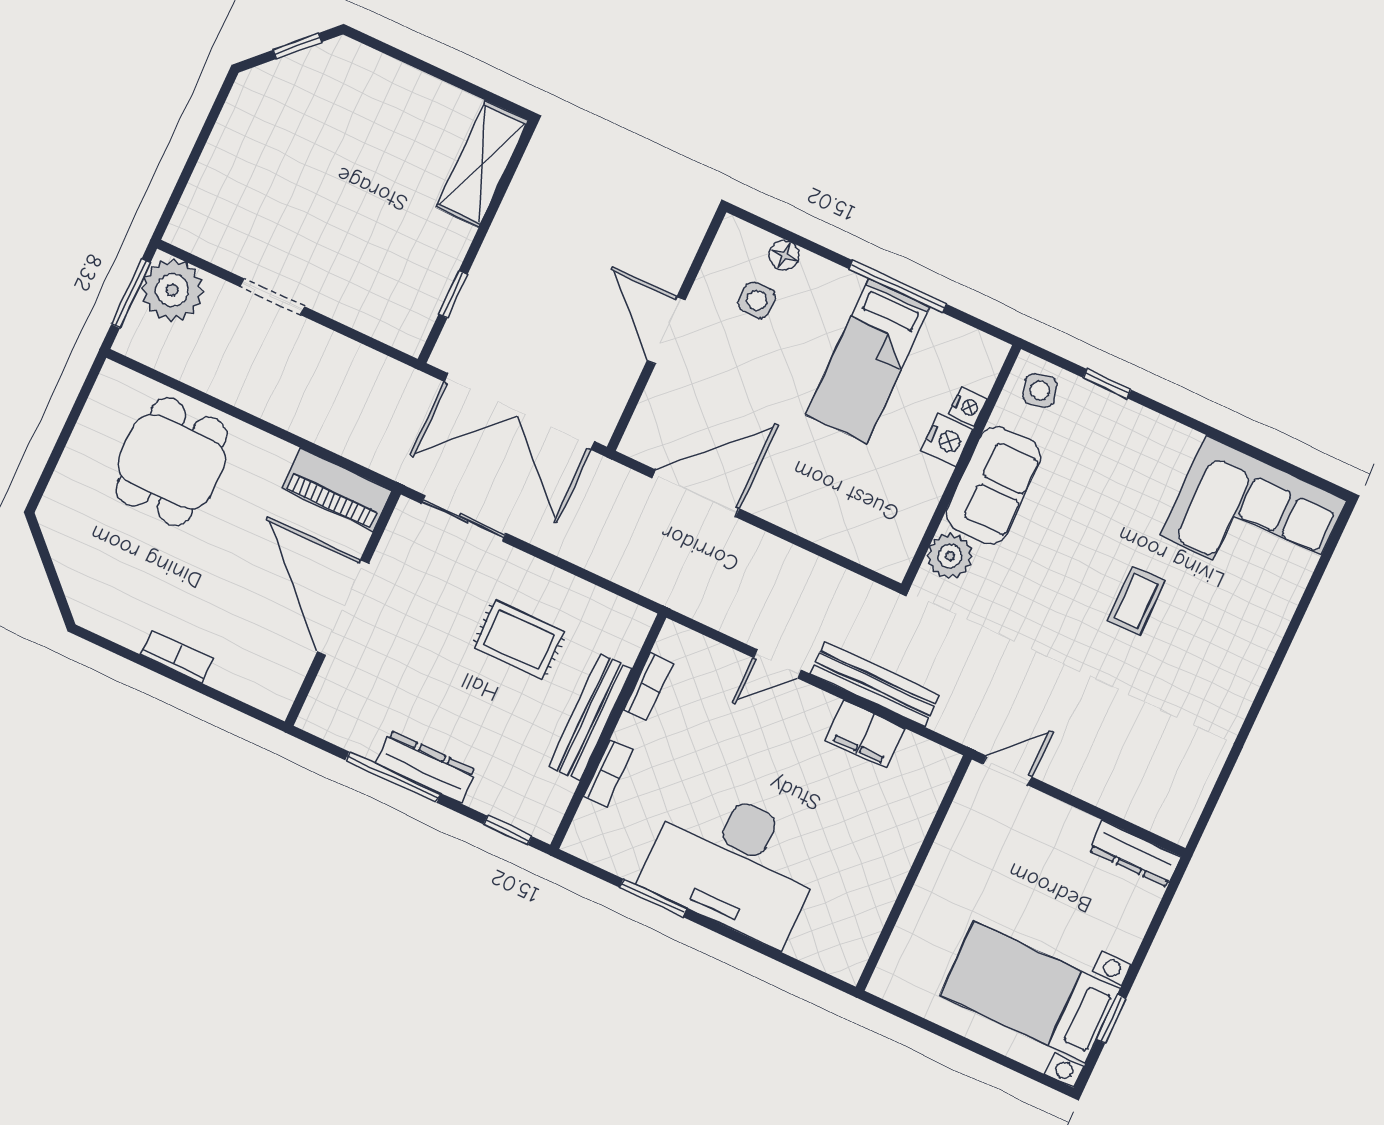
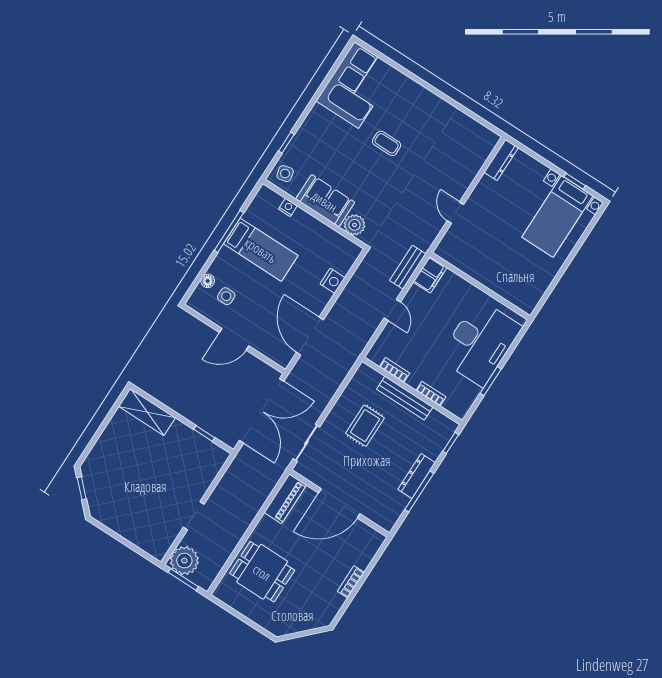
nightstand: (947, 440) -> (333, 281), moved, turned 90
bench: (875, 684) -> (408, 267), width x0.73
wall: (914, 873) -> (480, 286), moved

